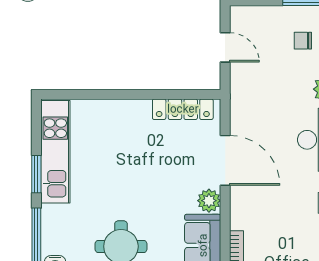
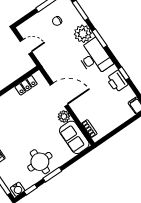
locker: (183, 109) -> (26, 85), width x0.66

